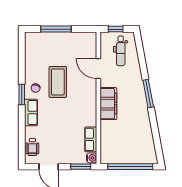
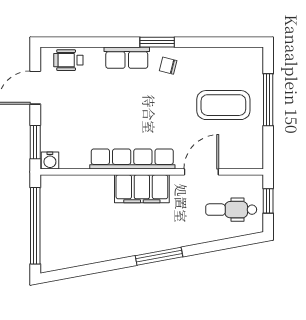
coffee table: (58, 82) -> (223, 105), moved
row of seats: (91, 139) -> (132, 159), moved, width x2.02

